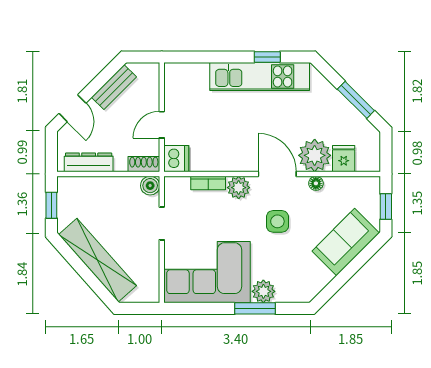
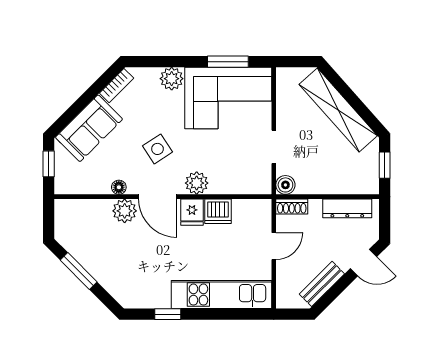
kitchen unit: (260, 77) -> (221, 295), moved
door: (72, 108) -> (363, 263), swing flipped
plant: (315, 155) -> (125, 211), width x0.73, depth x0.73
dishwasher: (176, 159) -> (218, 211), moved, turned -90
fridge: (344, 159) -> (192, 212), moved
bookcase: (208, 183) -> (117, 86), moved, turned 135
side table: (277, 221) -> (158, 149), turned -33
window: (255, 308) -> (228, 62), moved

